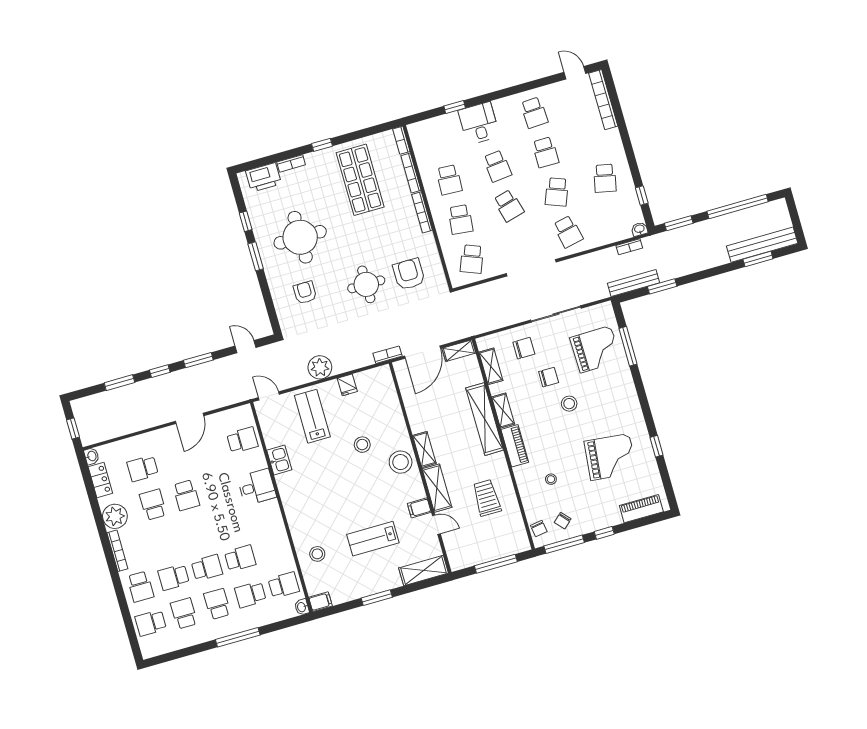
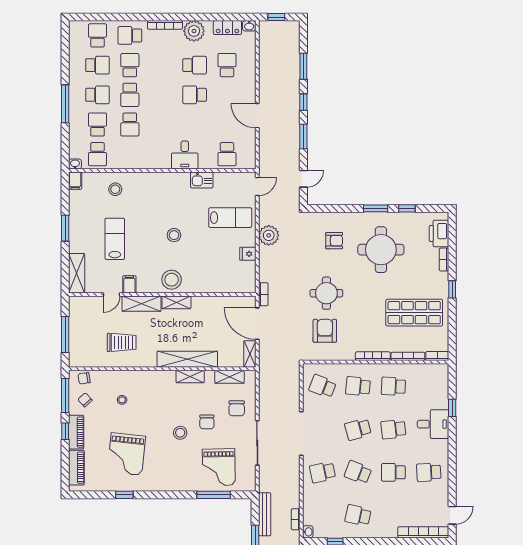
armchair: (409, 274) -> (325, 331), turned -90
stool: (362, 445) -> (174, 235), moved
piano: (515, 446) -> (76, 432), moved, turned -90

